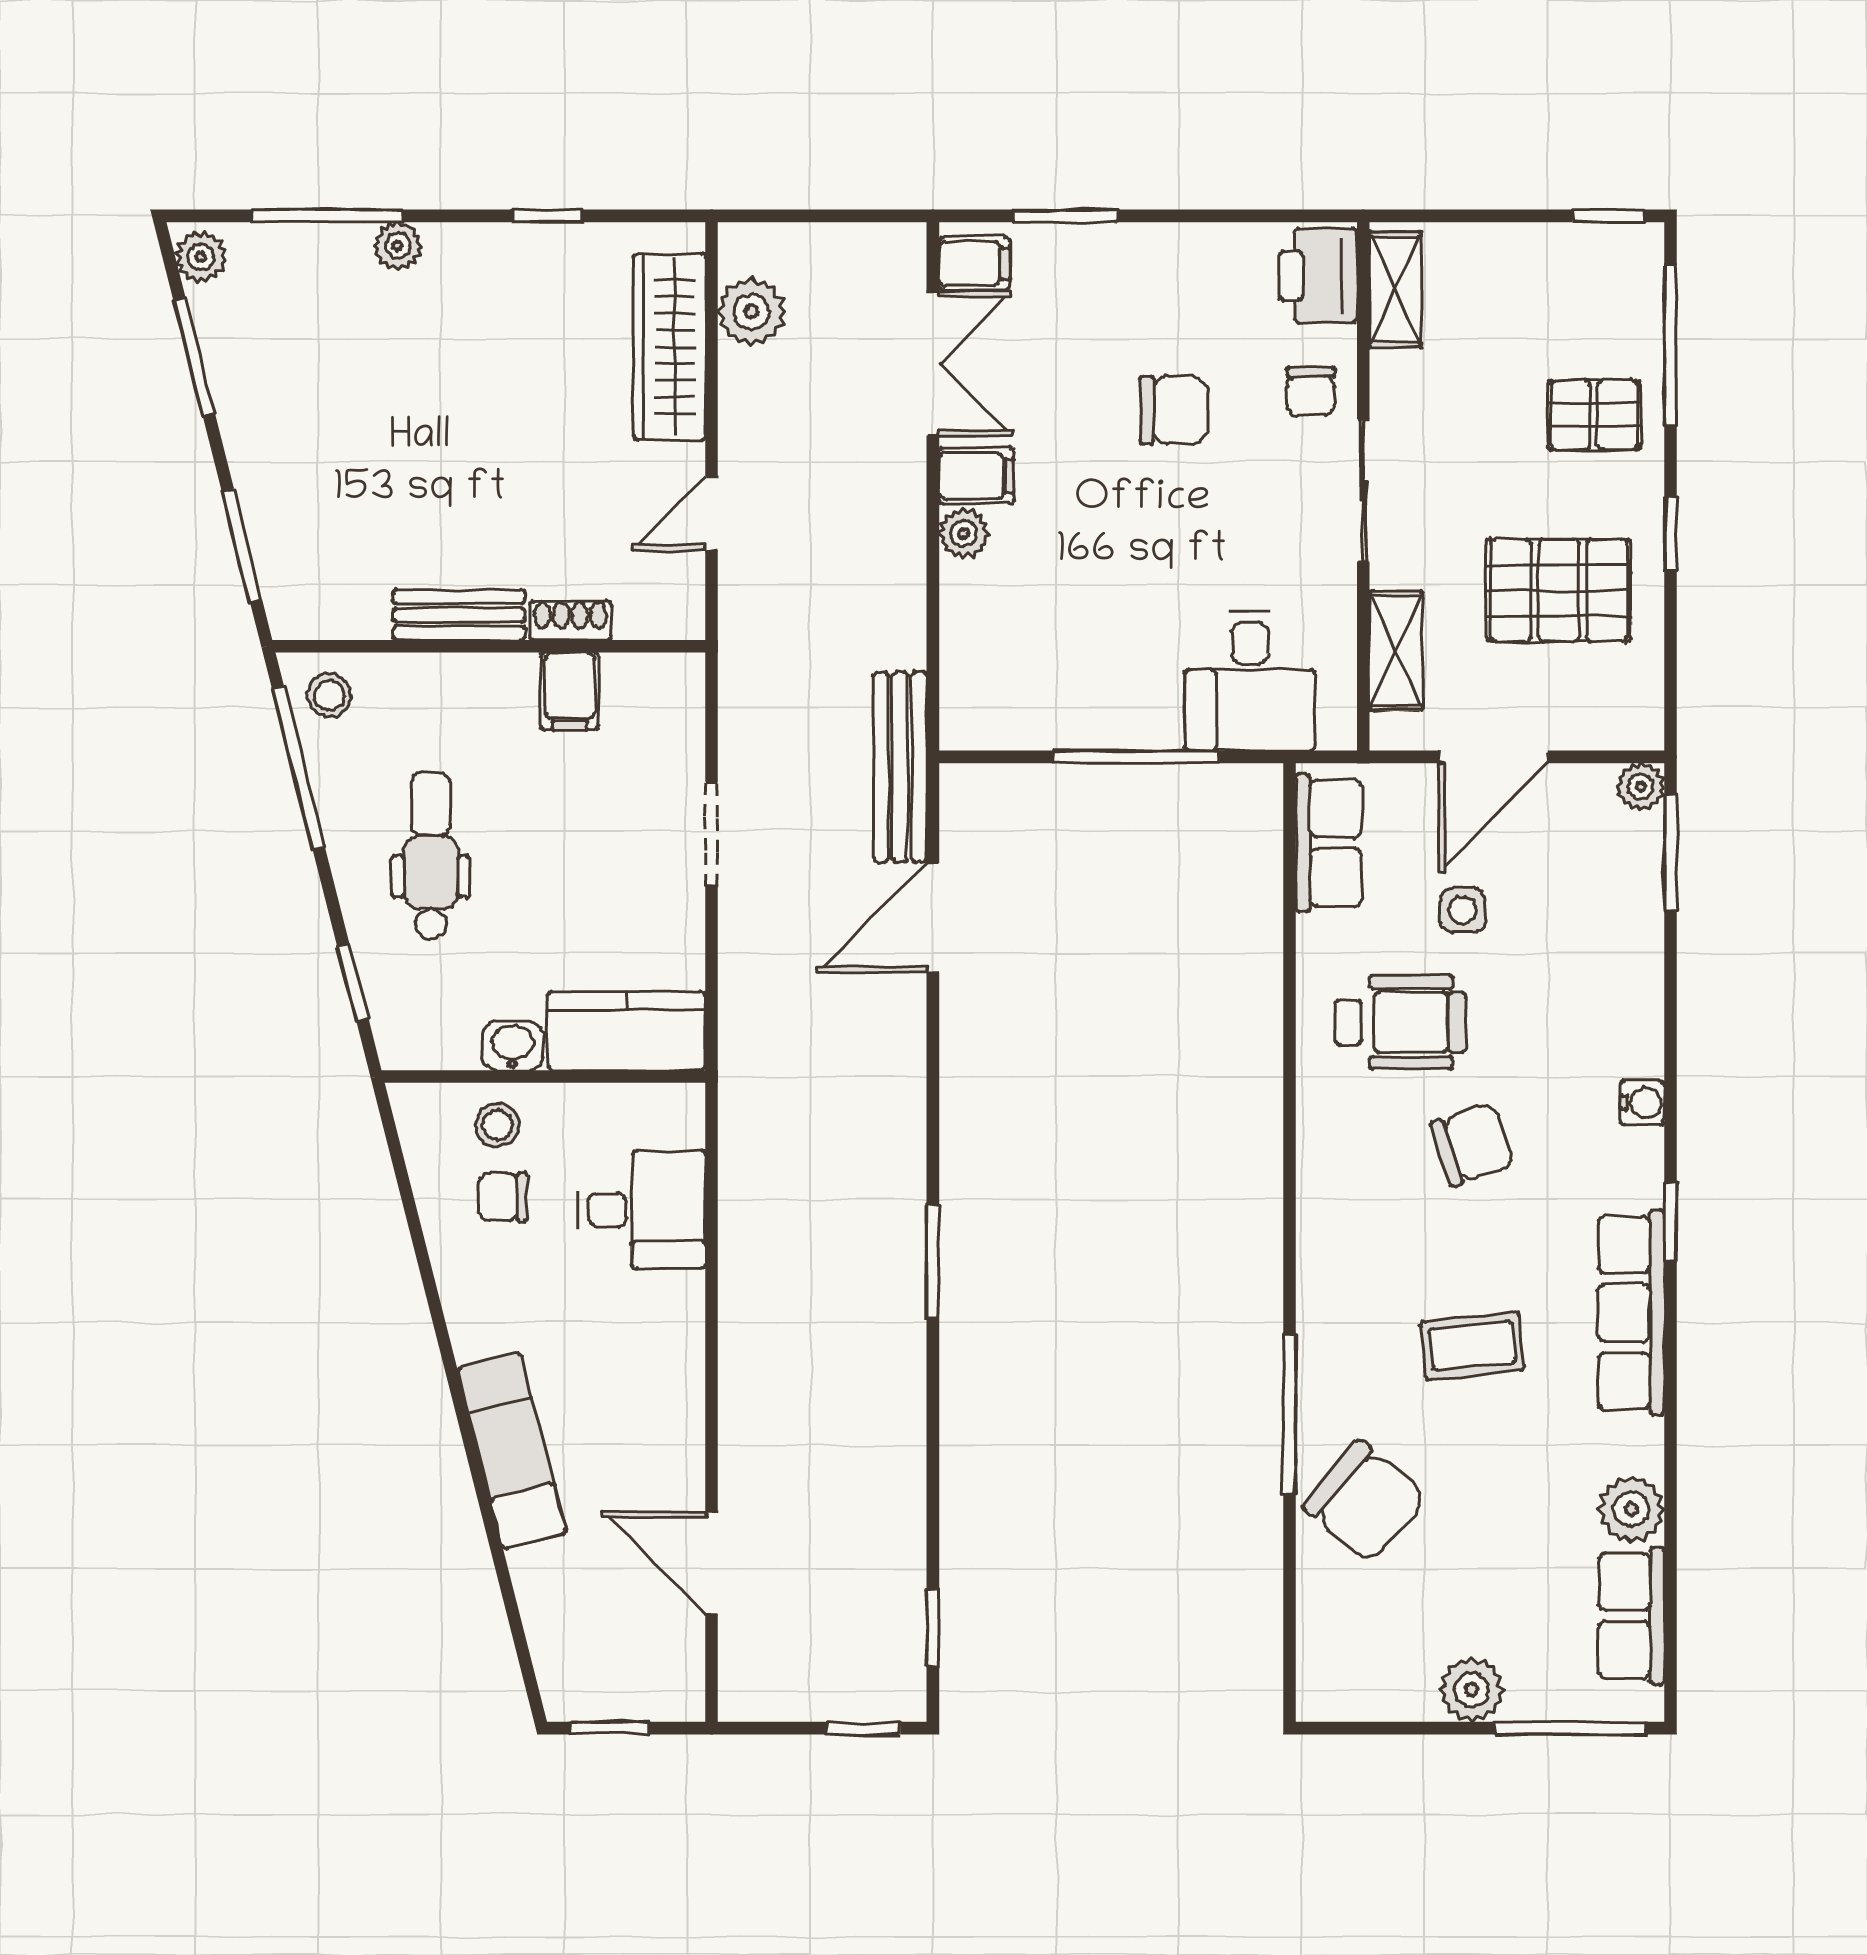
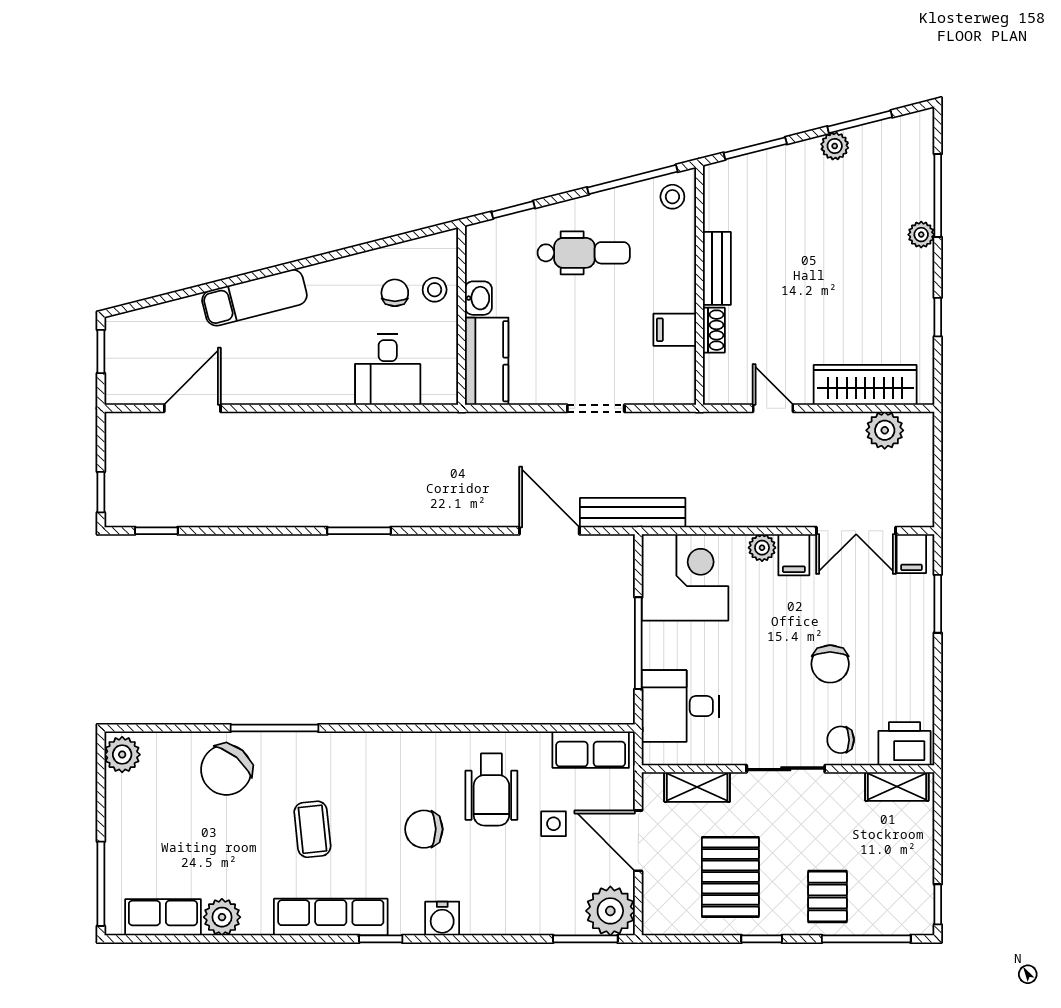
plant: (201, 257) -> (835, 146), moved
corner desk: (1017, 672) -> (685, 577), added
plant: (1641, 787) -> (610, 911), width x1.88, depth x1.88
water cooler: (1642, 1103) -> (442, 919), width x1.38, depth x1.38
chair: (1472, 1144) -> (424, 829), turned 109
plant: (1472, 1690) -> (122, 755), moved

